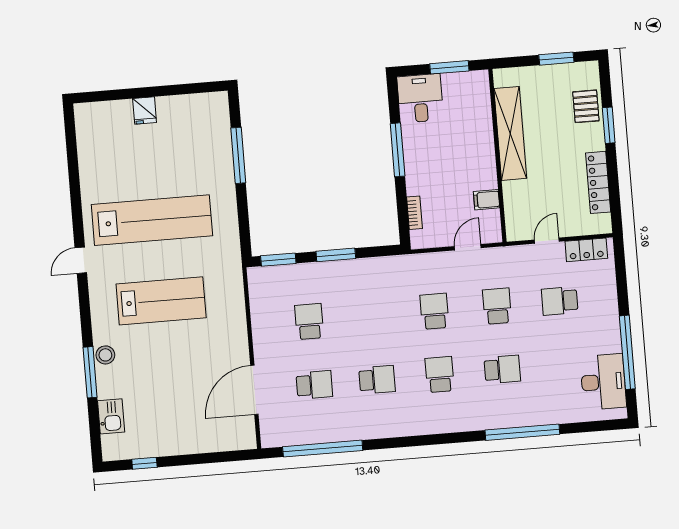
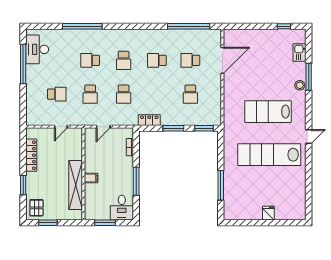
pallet: (586, 106) -> (36, 208), moved
filing cabinet: (487, 200) -> (91, 178), moved
locker: (586, 250) -> (149, 120), moved

